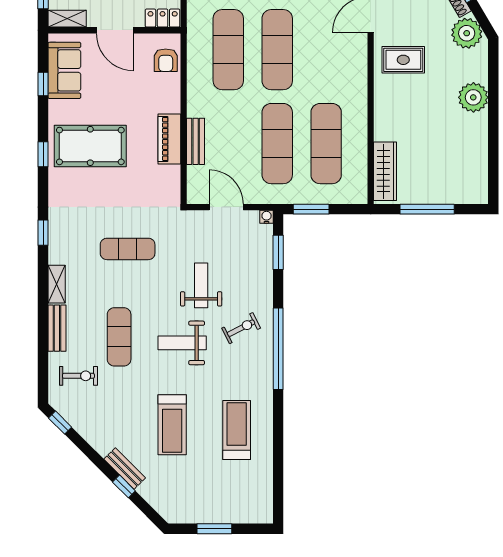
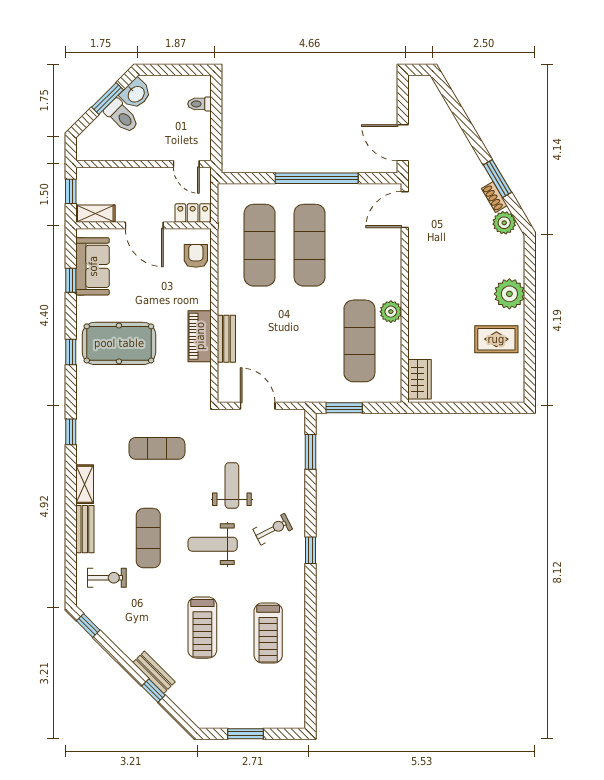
plant: (467, 33) -> (504, 223), width x0.73, depth x0.73
armchair: (166, 60) -> (196, 256), turned 180
rug: (403, 60) -> (496, 339), moved
plant: (357, 115) -> (391, 312), added
exercise mat: (277, 144) -> (310, 341), removed
wardrobe: (385, 171) -> (419, 379), width x0.67
window: (427, 209) -> (462, 408), removed
water cooler: (267, 217) -> (299, 416), removed
window: (278, 349) -> (311, 550), width x0.32
treadmill: (237, 430) -> (268, 633), turned 180

